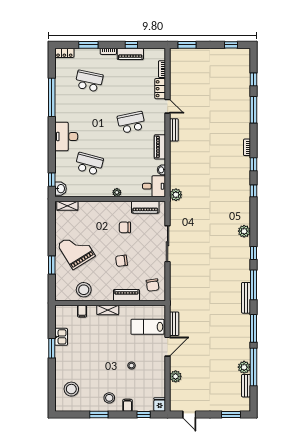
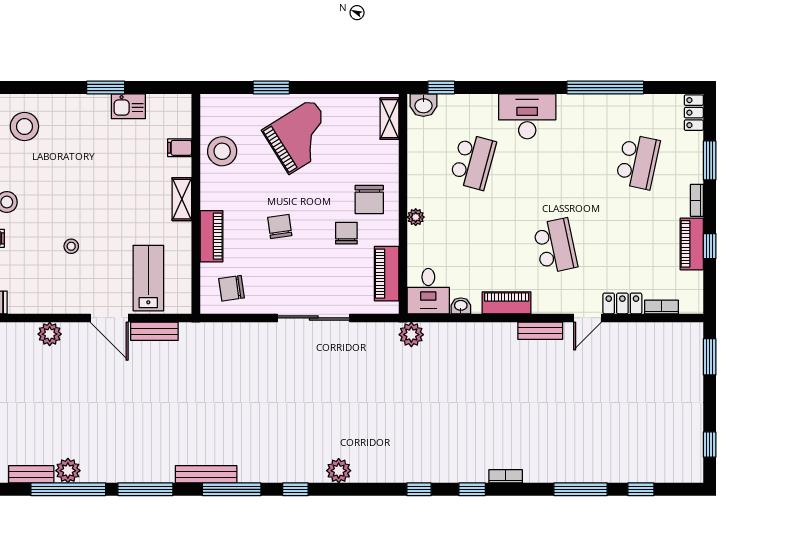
chair: (108, 216) -> (369, 200), added

